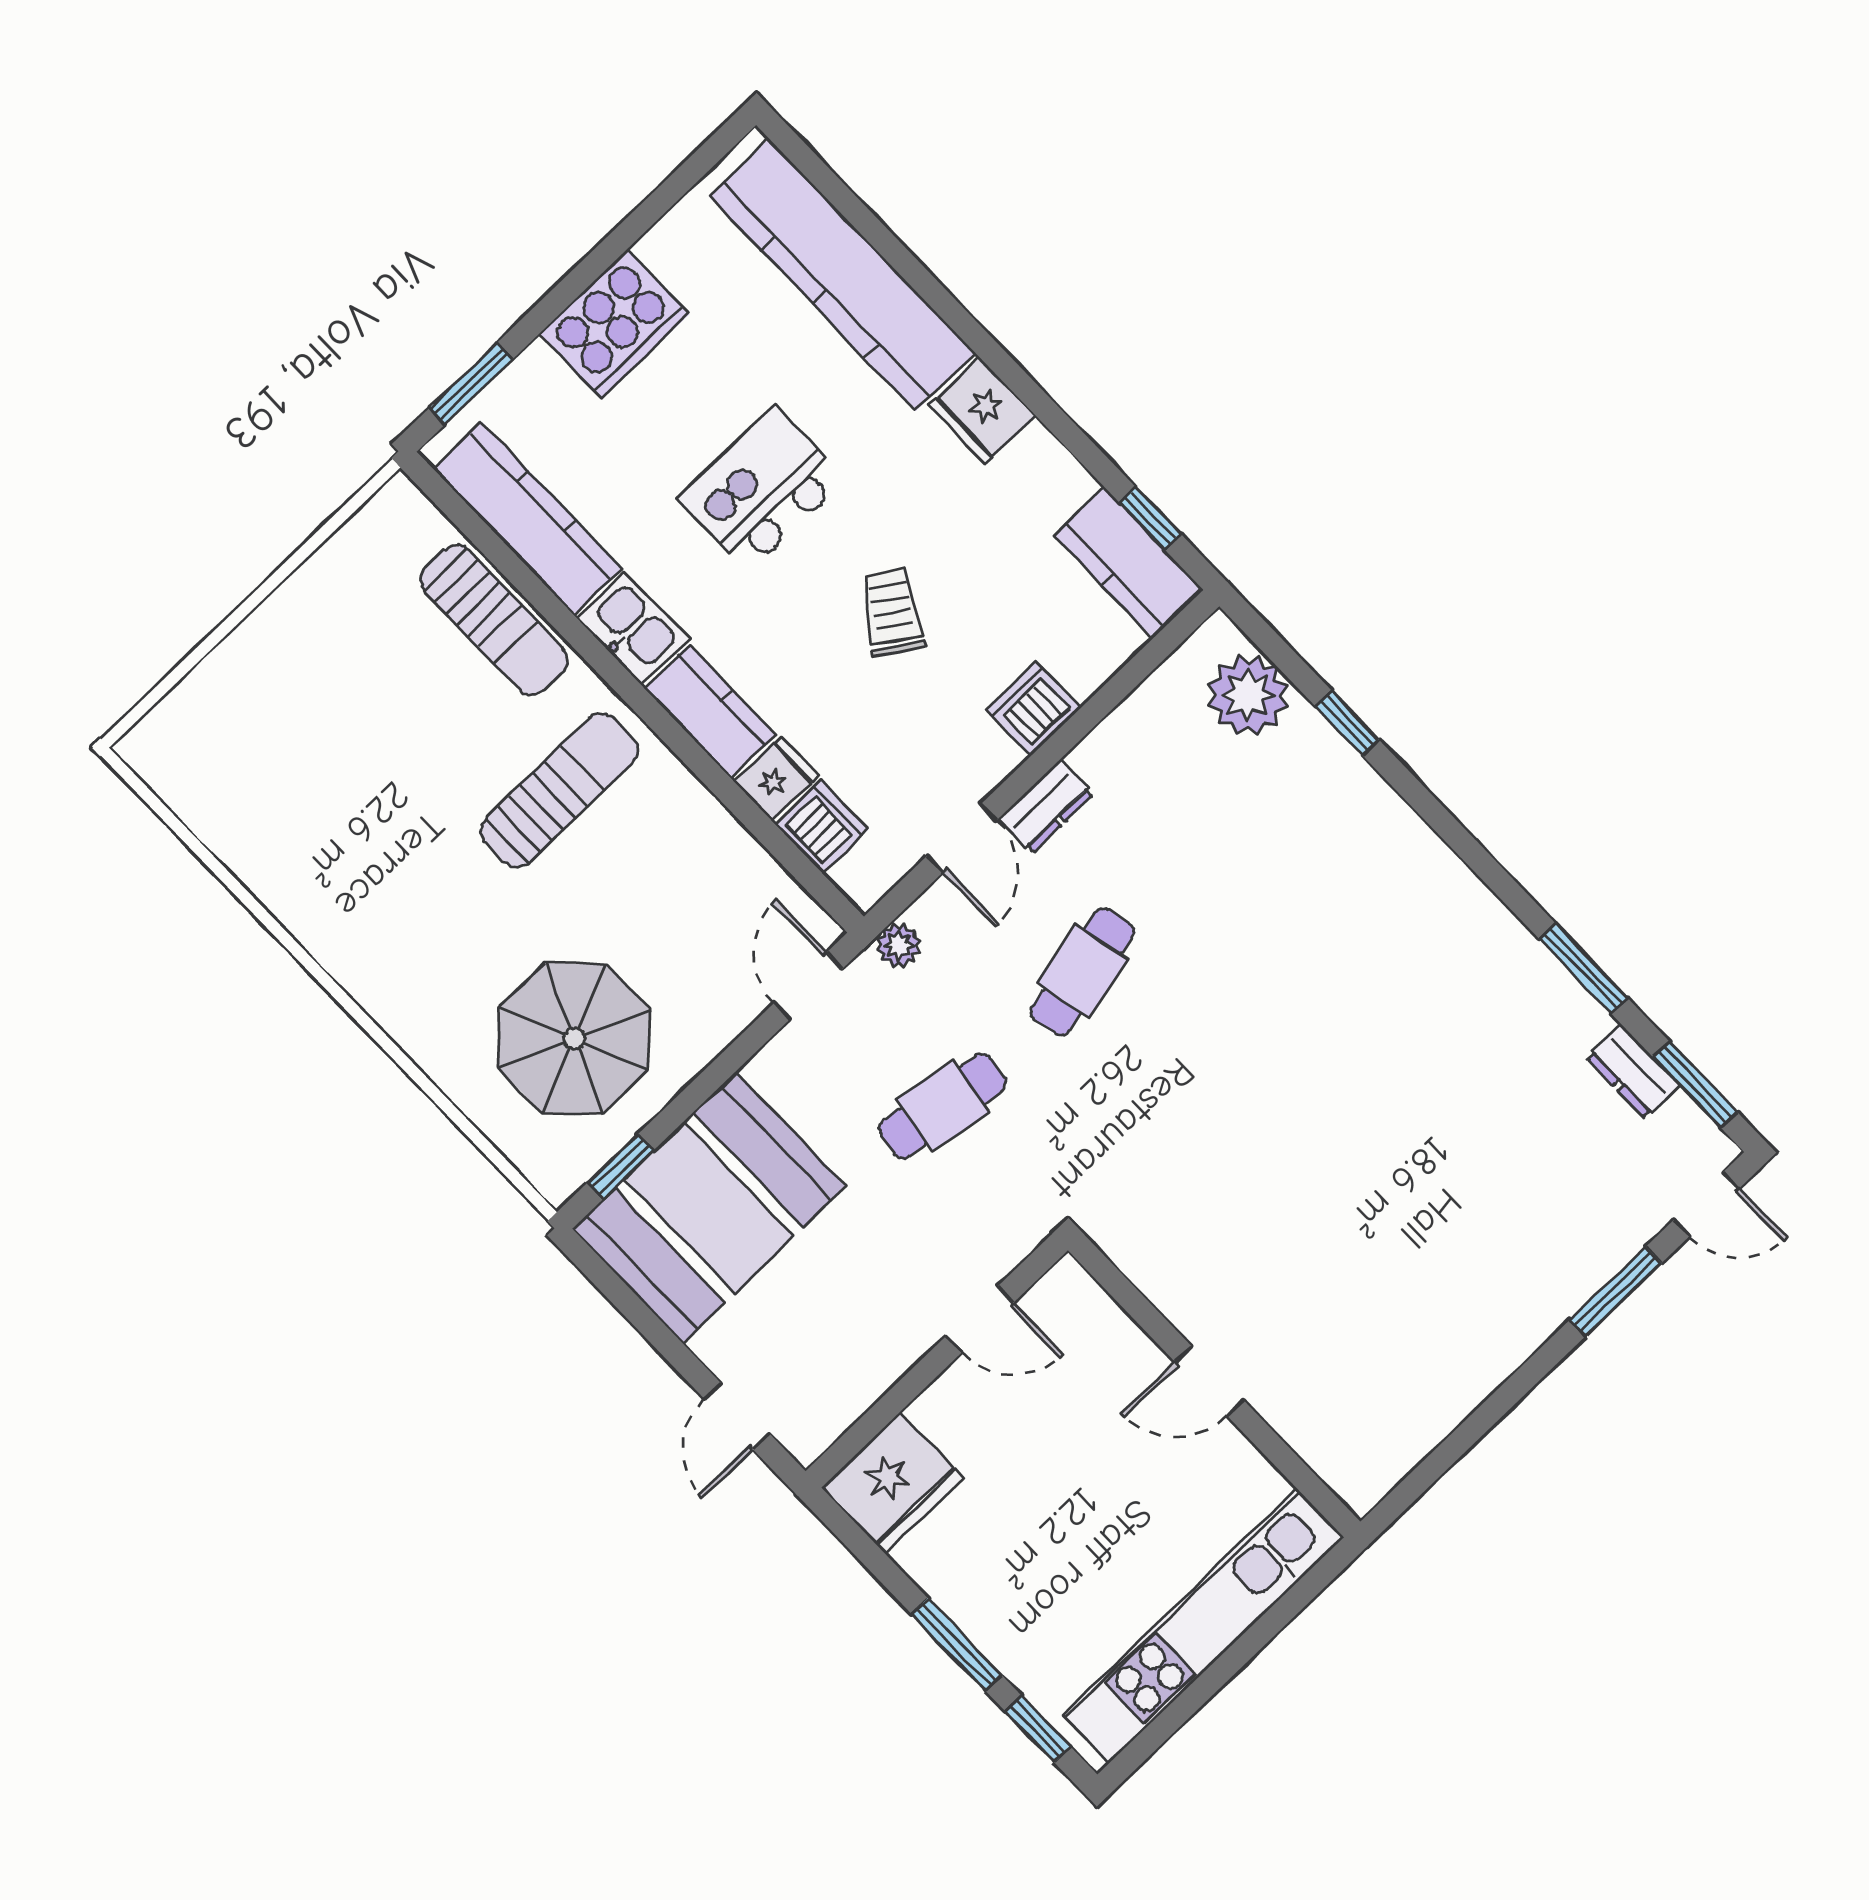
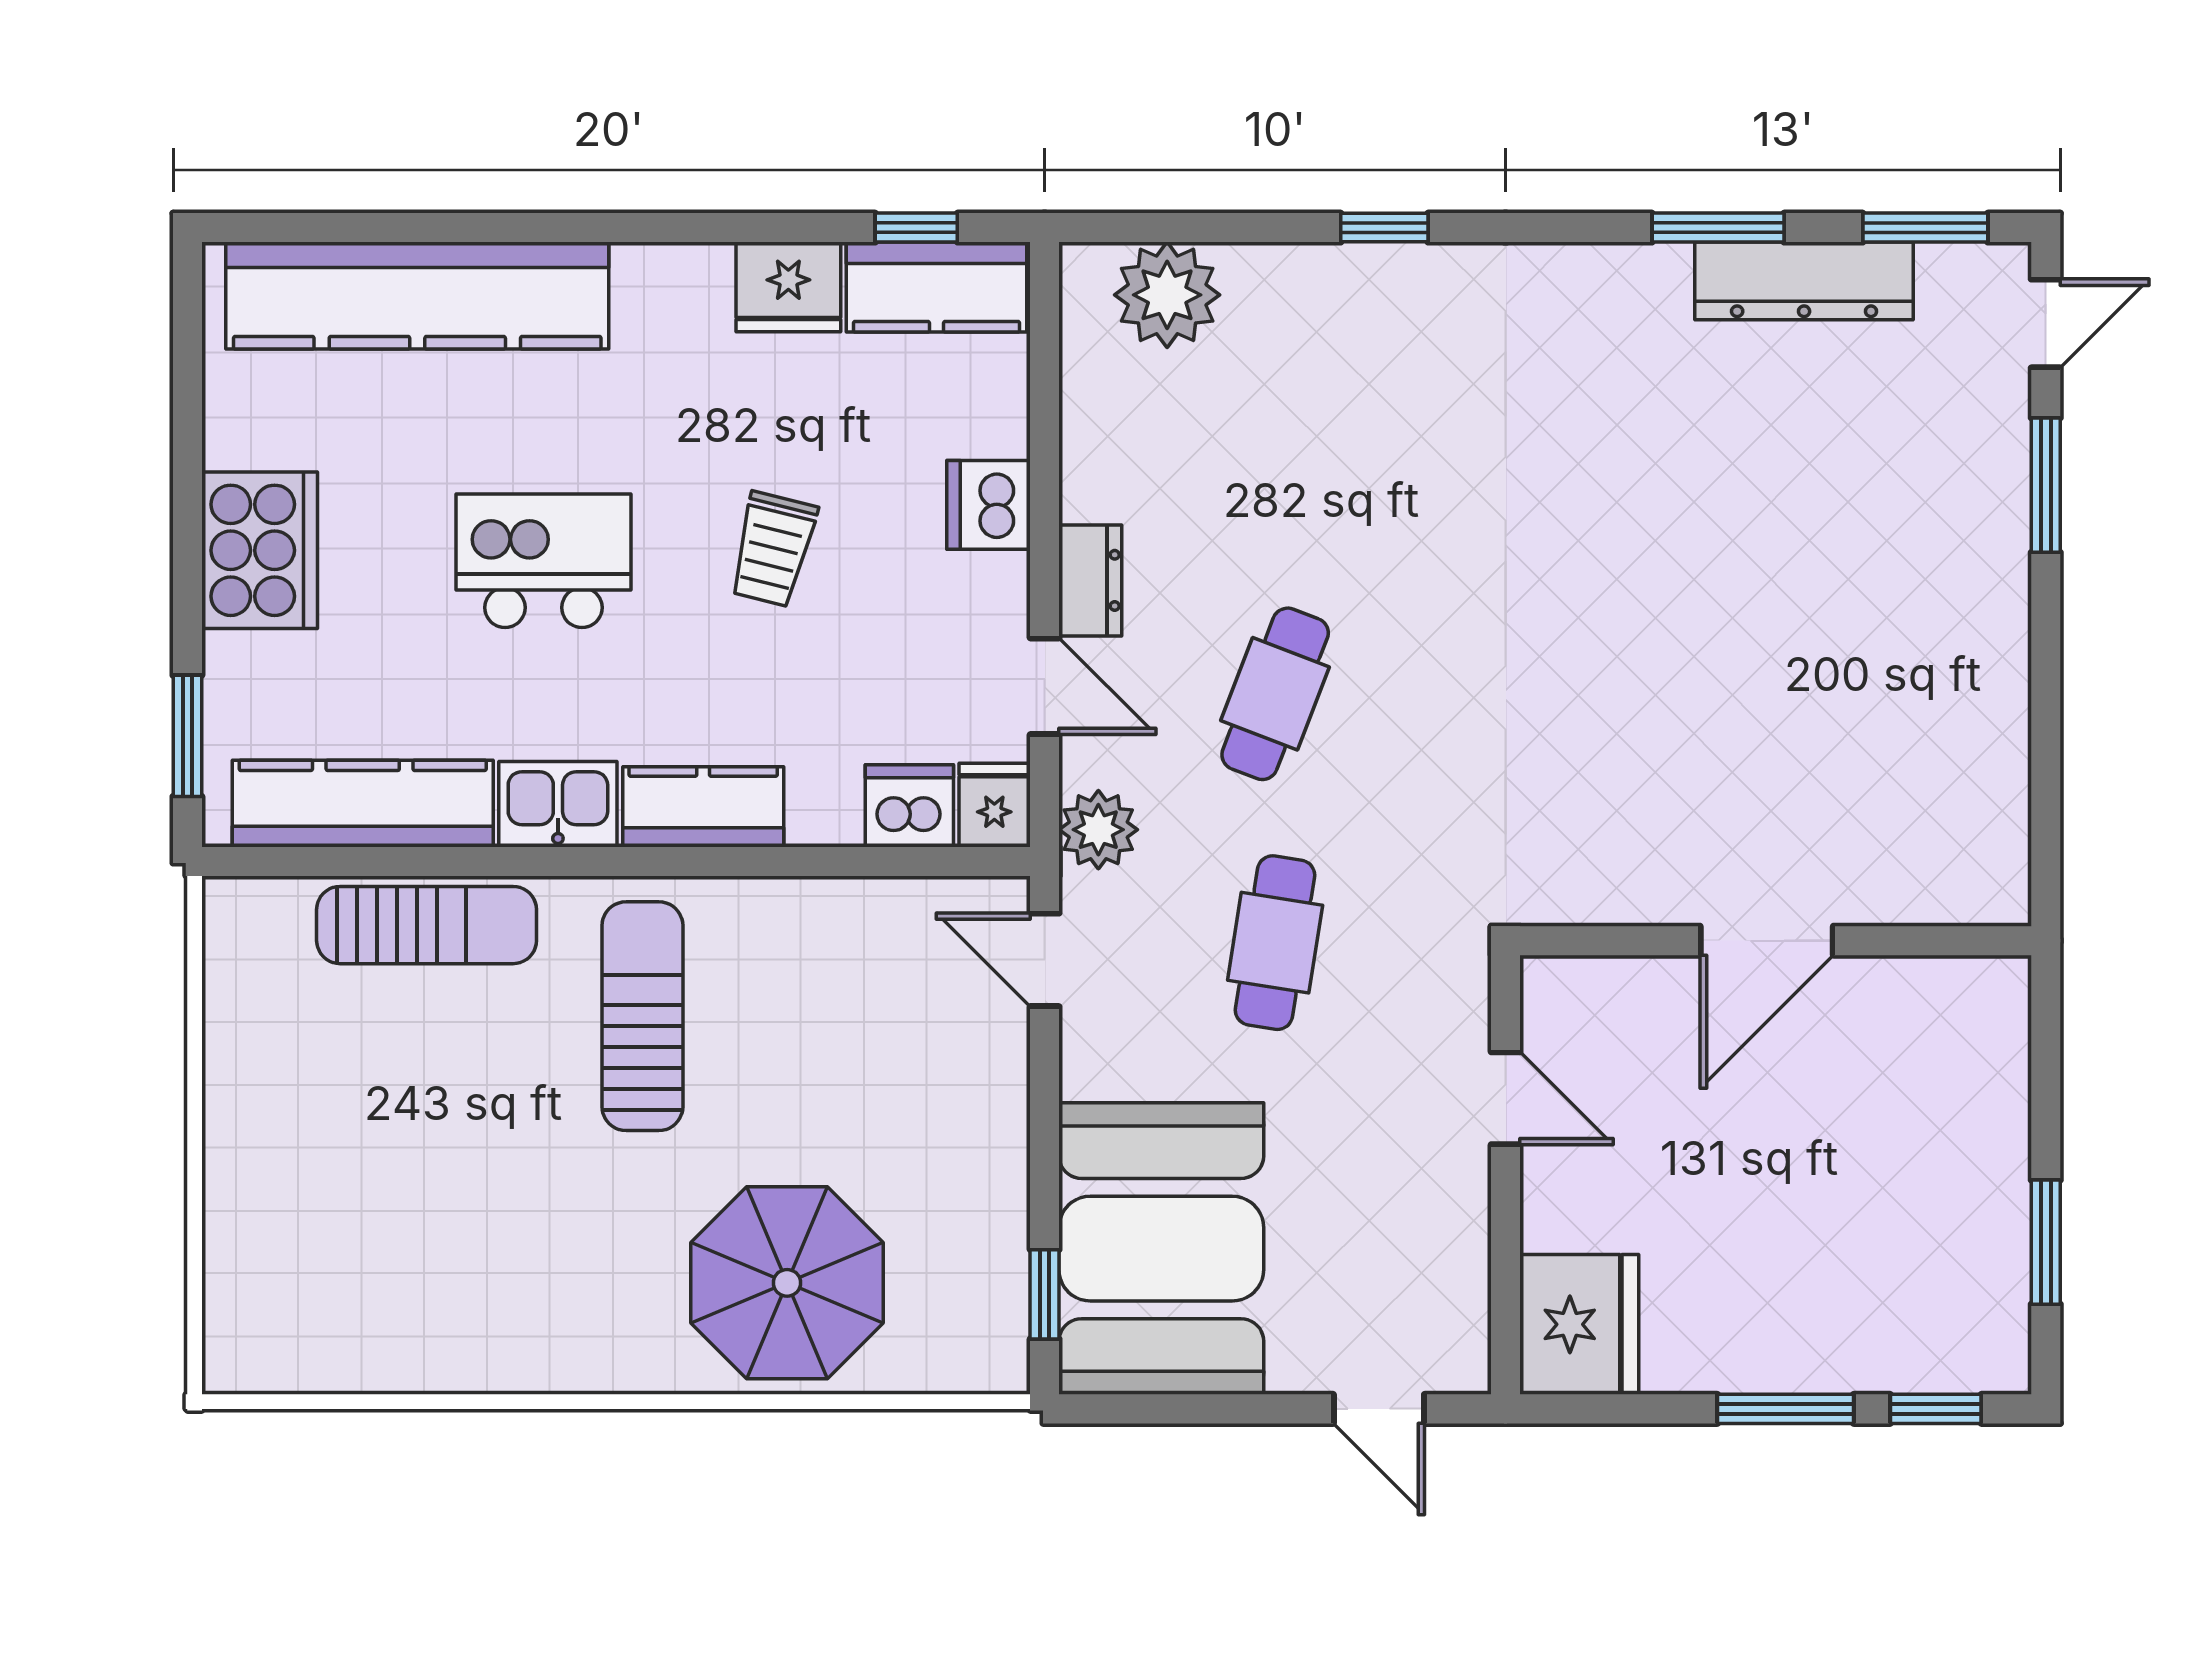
fridge: (982, 410) -> (788, 287), moved
kitchen island: (762, 489) -> (543, 561), turned 90
trolley: (892, 611) -> (773, 549), turned -110
window: (1347, 723) -> (1384, 228), moved
fridge: (776, 779) -> (994, 805), moved
plant: (899, 945) -> (1098, 830), width x1.38, depth x1.38
cafe table: (1082, 972) -> (1275, 694), turned 33
parasol: (574, 1039) -> (787, 1283), moved
dresser: (1633, 1071) -> (1804, 281), width x1.96, depth x1.24
door: (980, 1319) -> (1506, 1098), hinge flipped
door: (1209, 1381) -> (1767, 941), width x1.38
kitchen unit: (1203, 1626) -> (1988, 1164), removed
window: (1191, 1700) -> (2046, 1242), added

